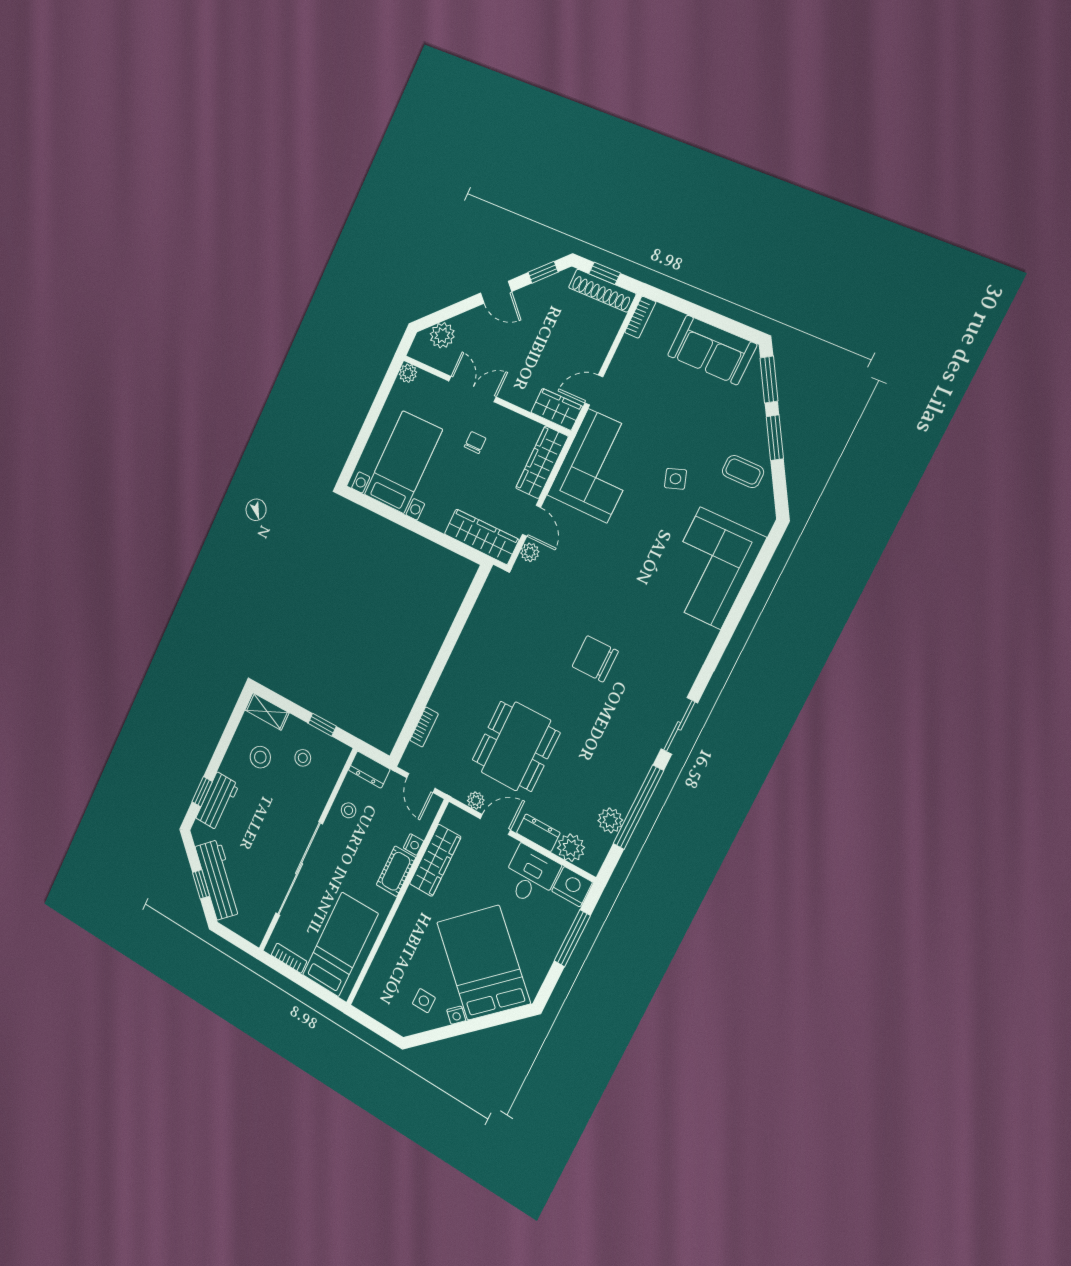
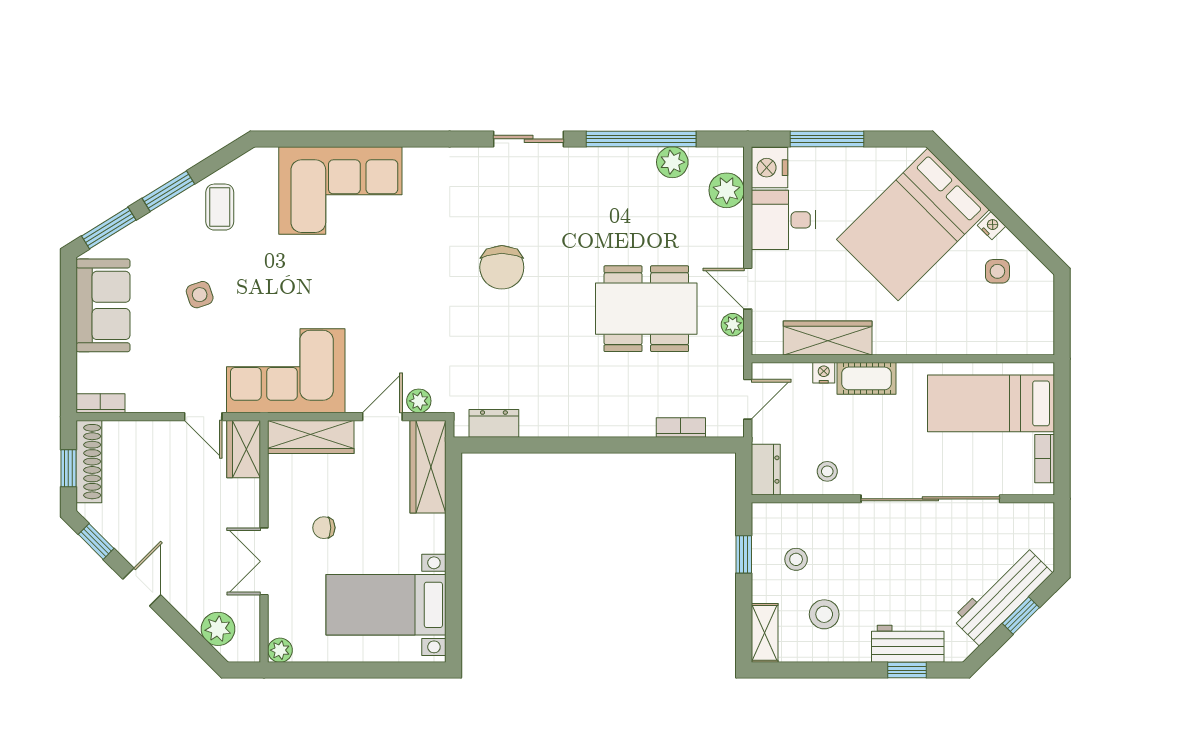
side table: (675, 479) -> (200, 295), moved
dresser: (538, 833) -> (494, 423), moved, turned 90

